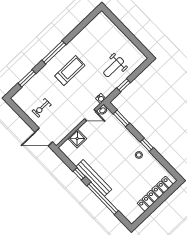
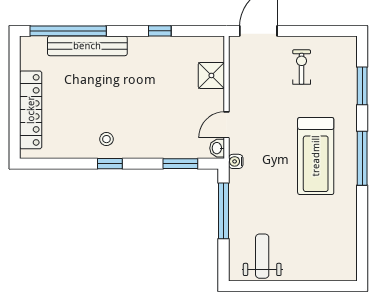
weight bench: (114, 67) -> (262, 256), moved
treadmill: (70, 71) -> (316, 156), width x1.37, depth x1.38
window: (124, 85) -> (223, 211), width x2.17
bench: (94, 178) -> (87, 46), moved
window: (103, 198) -> (68, 31), moved

